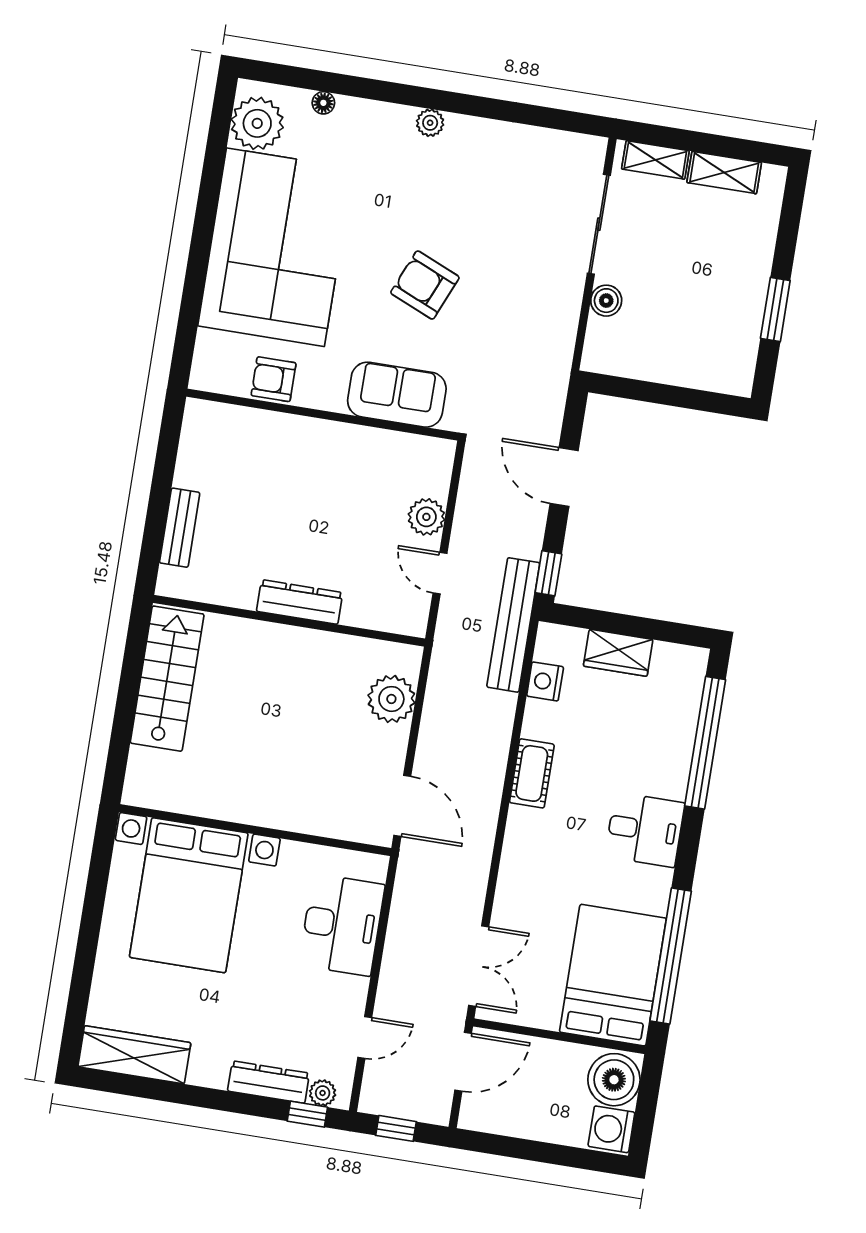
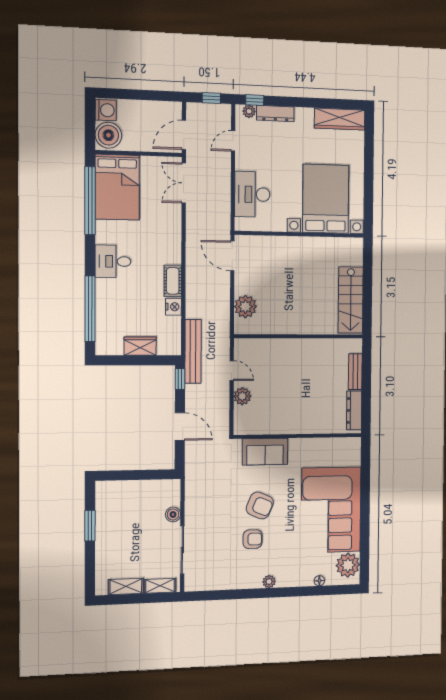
armchair: (274, 379) -> (253, 539), moved
dresser: (300, 602) -> (354, 410), moved, turned 90
nightstand: (545, 681) -> (173, 307), moved

